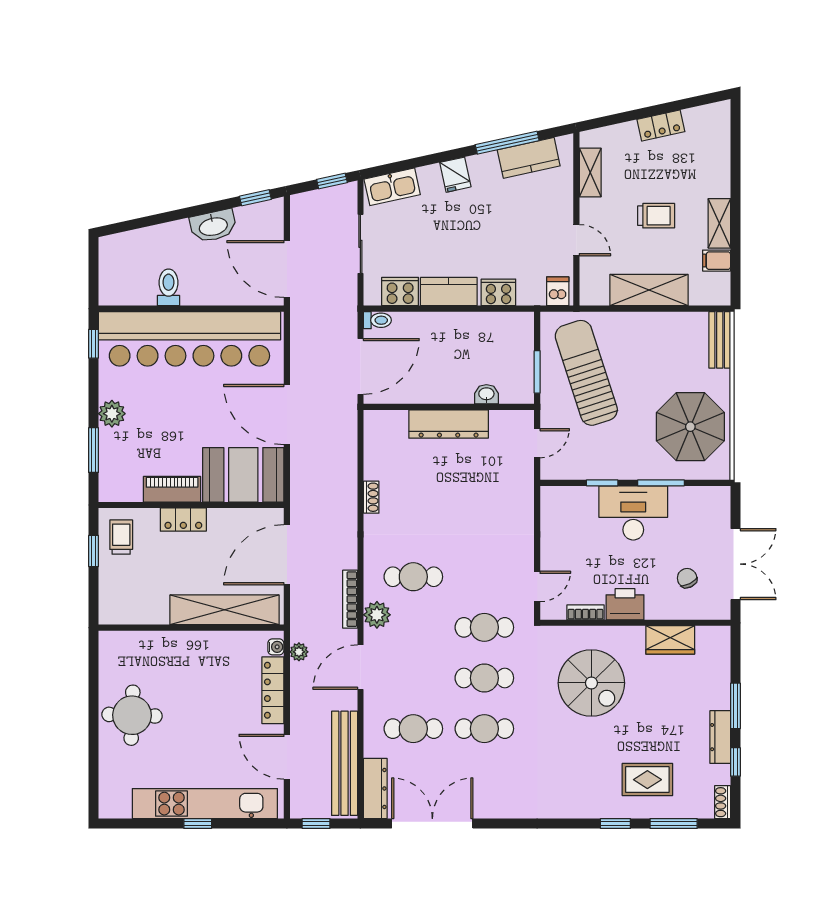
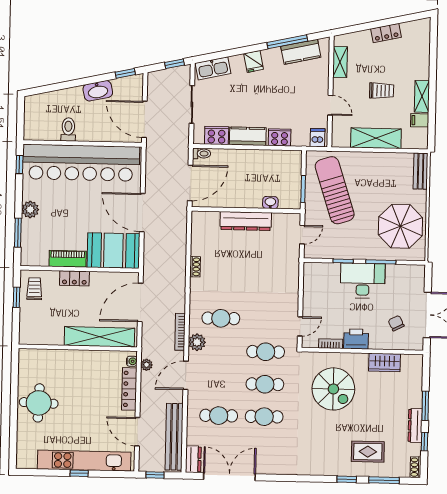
dresser: (375, 788) -> (193, 459), width x0.70

